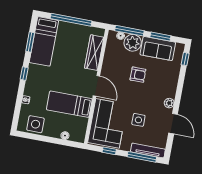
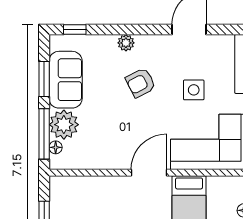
wardrobe: (94, 53) -> (93, 187), removed
armchair: (138, 75) -> (141, 83), moved, turned -117
plant: (169, 103) -> (126, 43), moved

